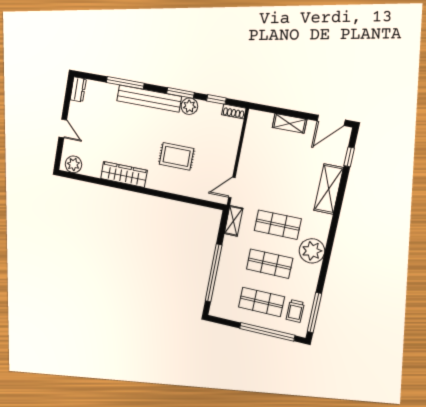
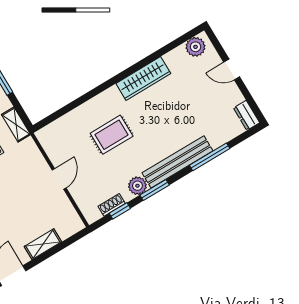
shoe rack: (234, 112) -> (112, 205), moved
door: (232, 188) -> (59, 179), moved

